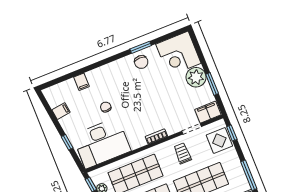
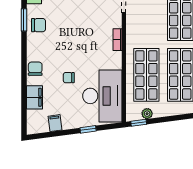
chair: (102, 74) -> (35, 69), added
filing cabinet: (82, 82) -> (34, 97), width x2.00
trolley: (183, 153) -> (144, 21), removed

